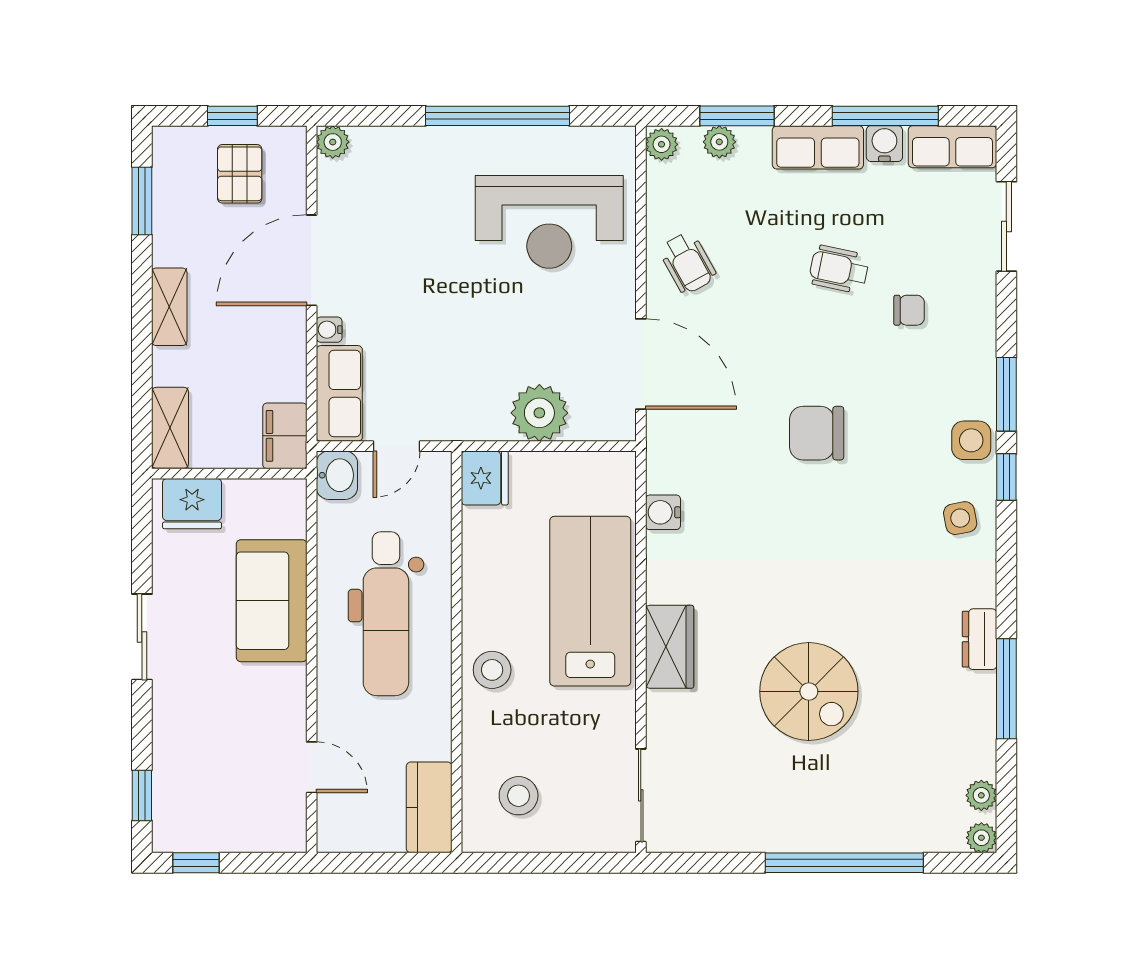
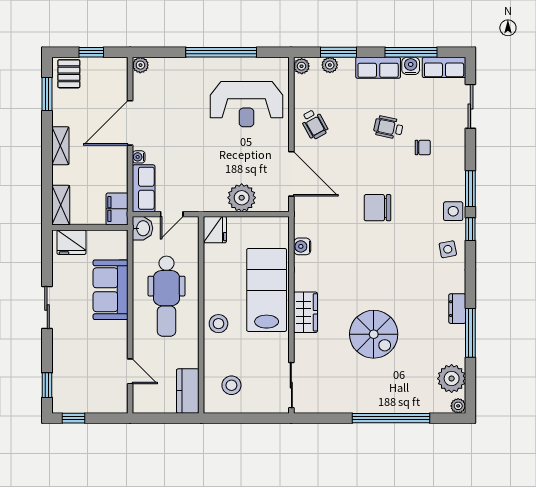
pallet: (240, 174) -> (69, 74), moved
plant: (981, 795) -> (452, 379), width x1.87, depth x1.87

